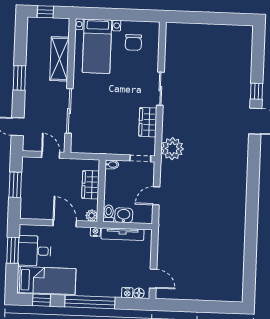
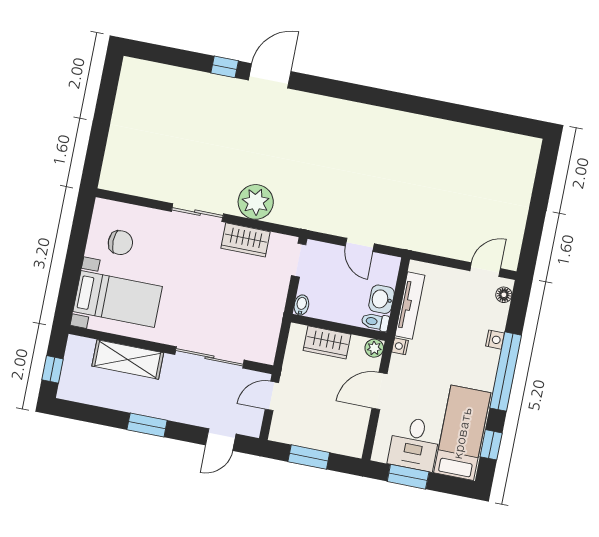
plant: (172, 149) -> (256, 202), moved
nightstand: (127, 293) -> (495, 340), moved

